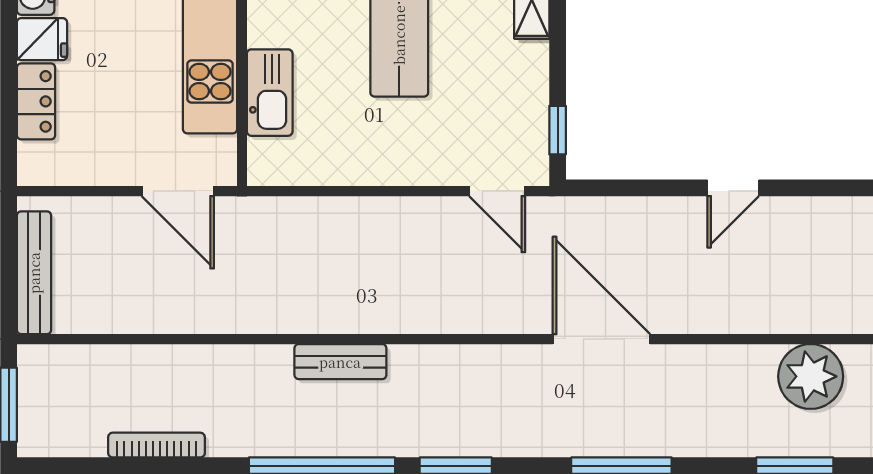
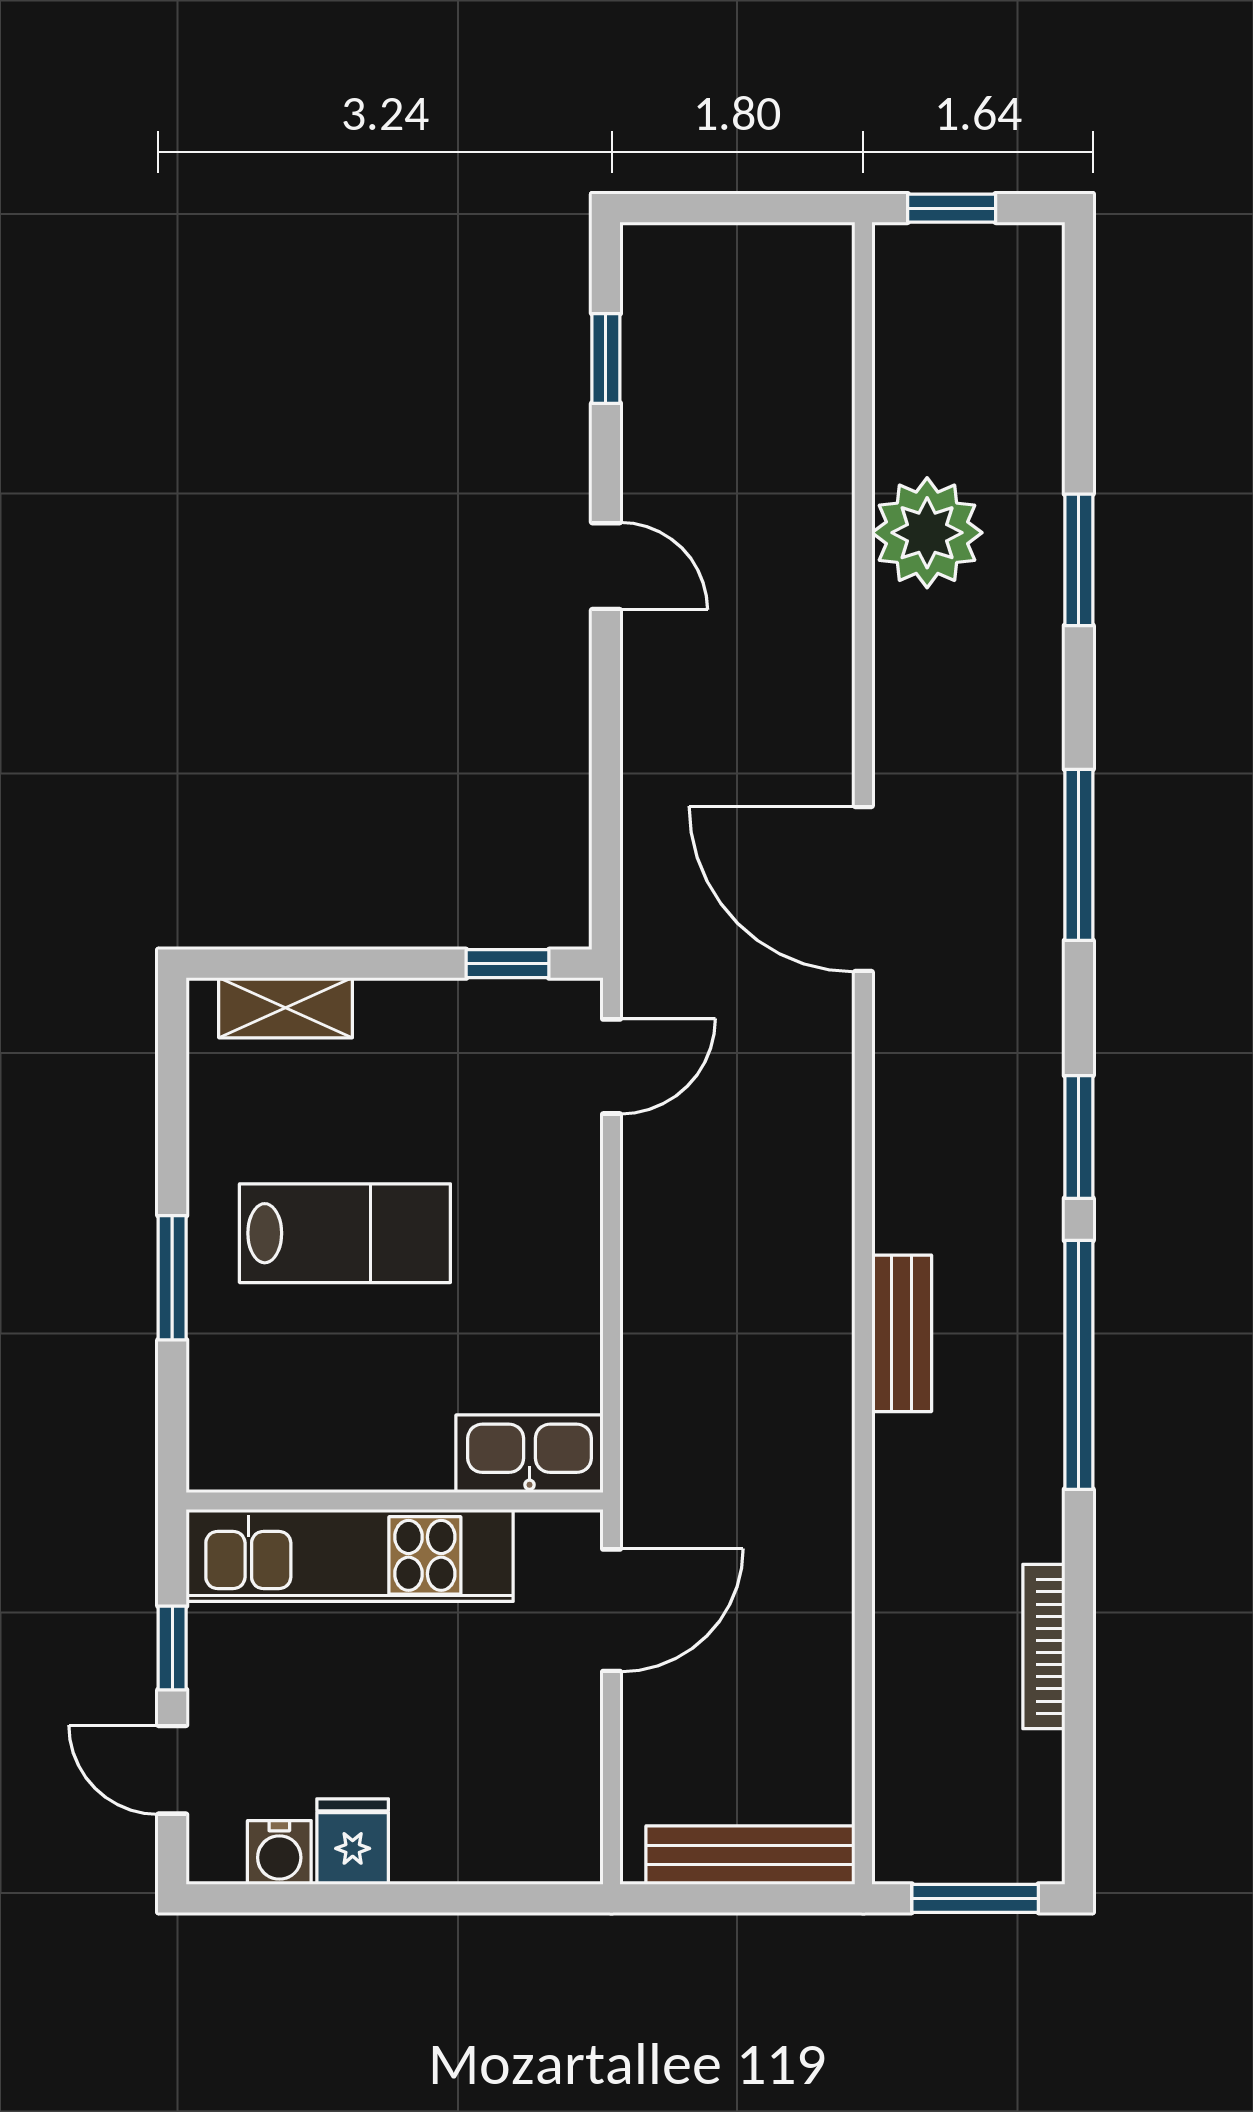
kitchen sink: (270, 93) -> (530, 1454), moved
locker: (36, 101) -> (459, 1852), removed
door: (733, 188) -> (606, 566), moved
door: (601, 339) -> (863, 889), hinge flipped

